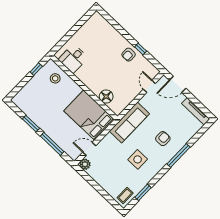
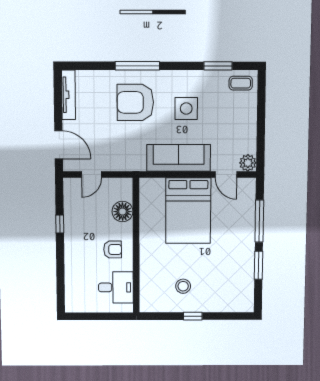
armchair: (129, 55) -> (113, 249), moved
desk: (73, 59) -> (116, 287), moved
wall: (84, 87) -> (136, 246), moved
floor lamp: (106, 97) -> (122, 212), moved
sofa: (129, 122) -> (179, 158), moved
armchair: (163, 139) -> (135, 102), width x1.88, depth x1.88

